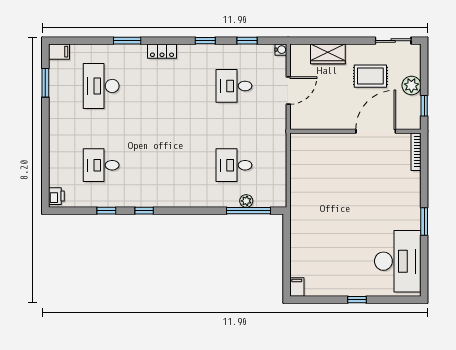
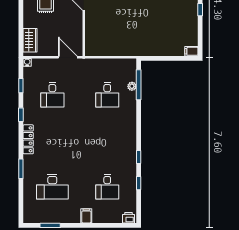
locker: (162, 51) -> (28, 139), width x1.53
filing cabinet: (59, 52) -> (86, 216), moved
wardrobe: (328, 54) -> (30, 40), moved
door: (288, 91) -> (68, 57), moved

